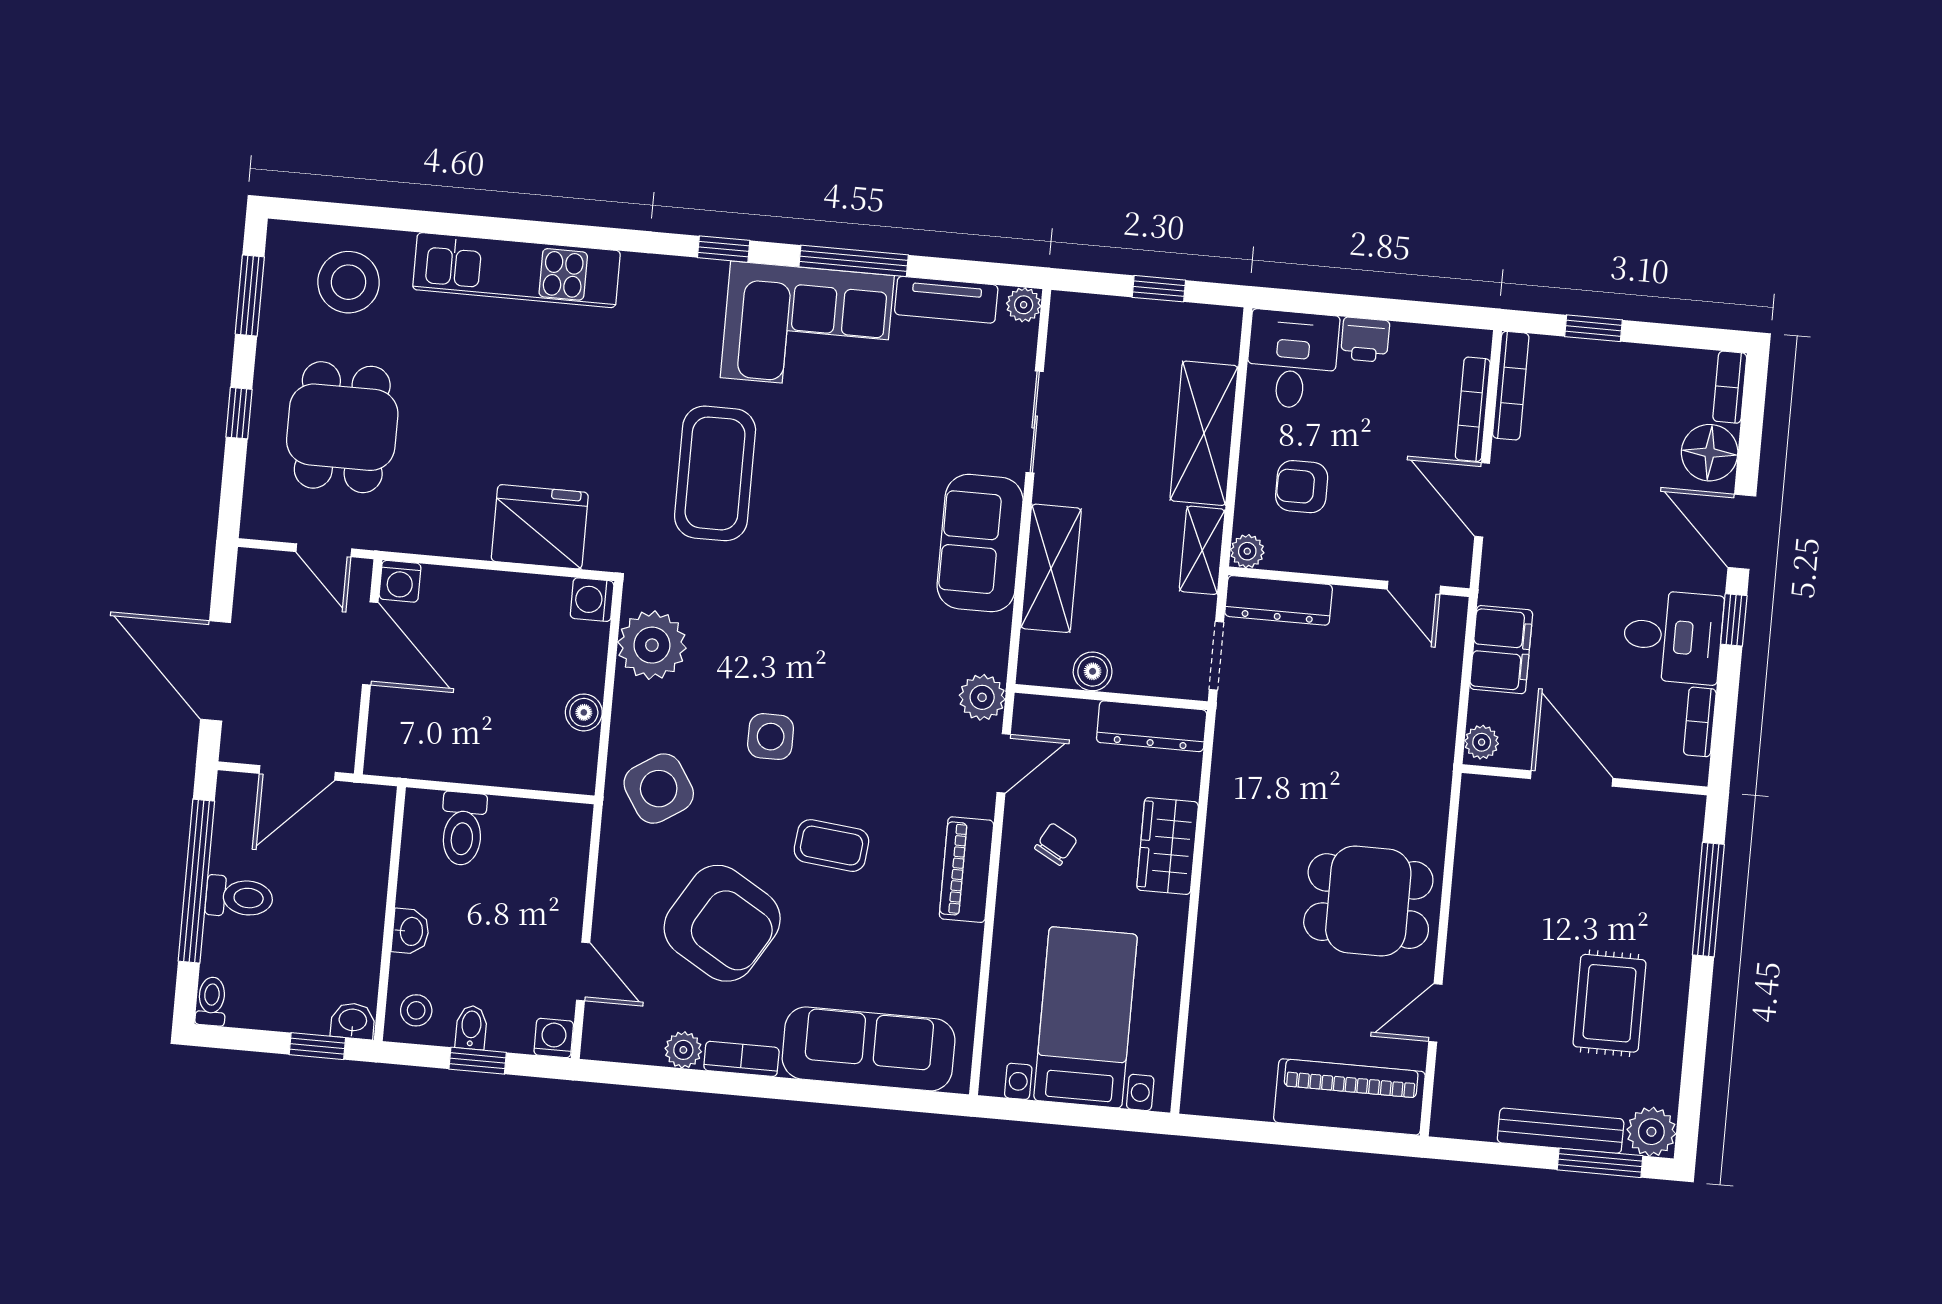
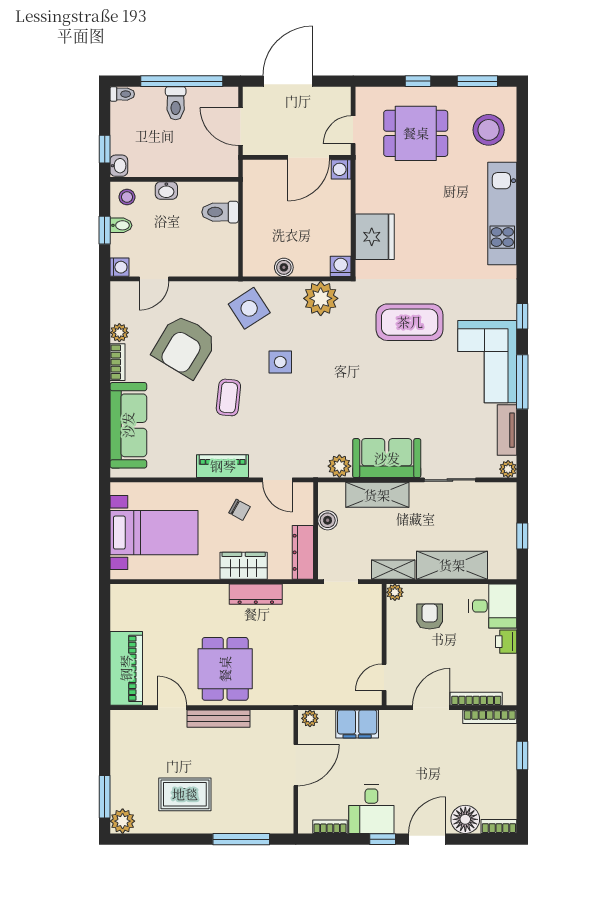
dresser: (1279, 600) -> (256, 594), moved, turned -90
plant: (982, 697) -> (339, 466), moved
bench: (1561, 1131) -> (218, 719), moved, turned 90

